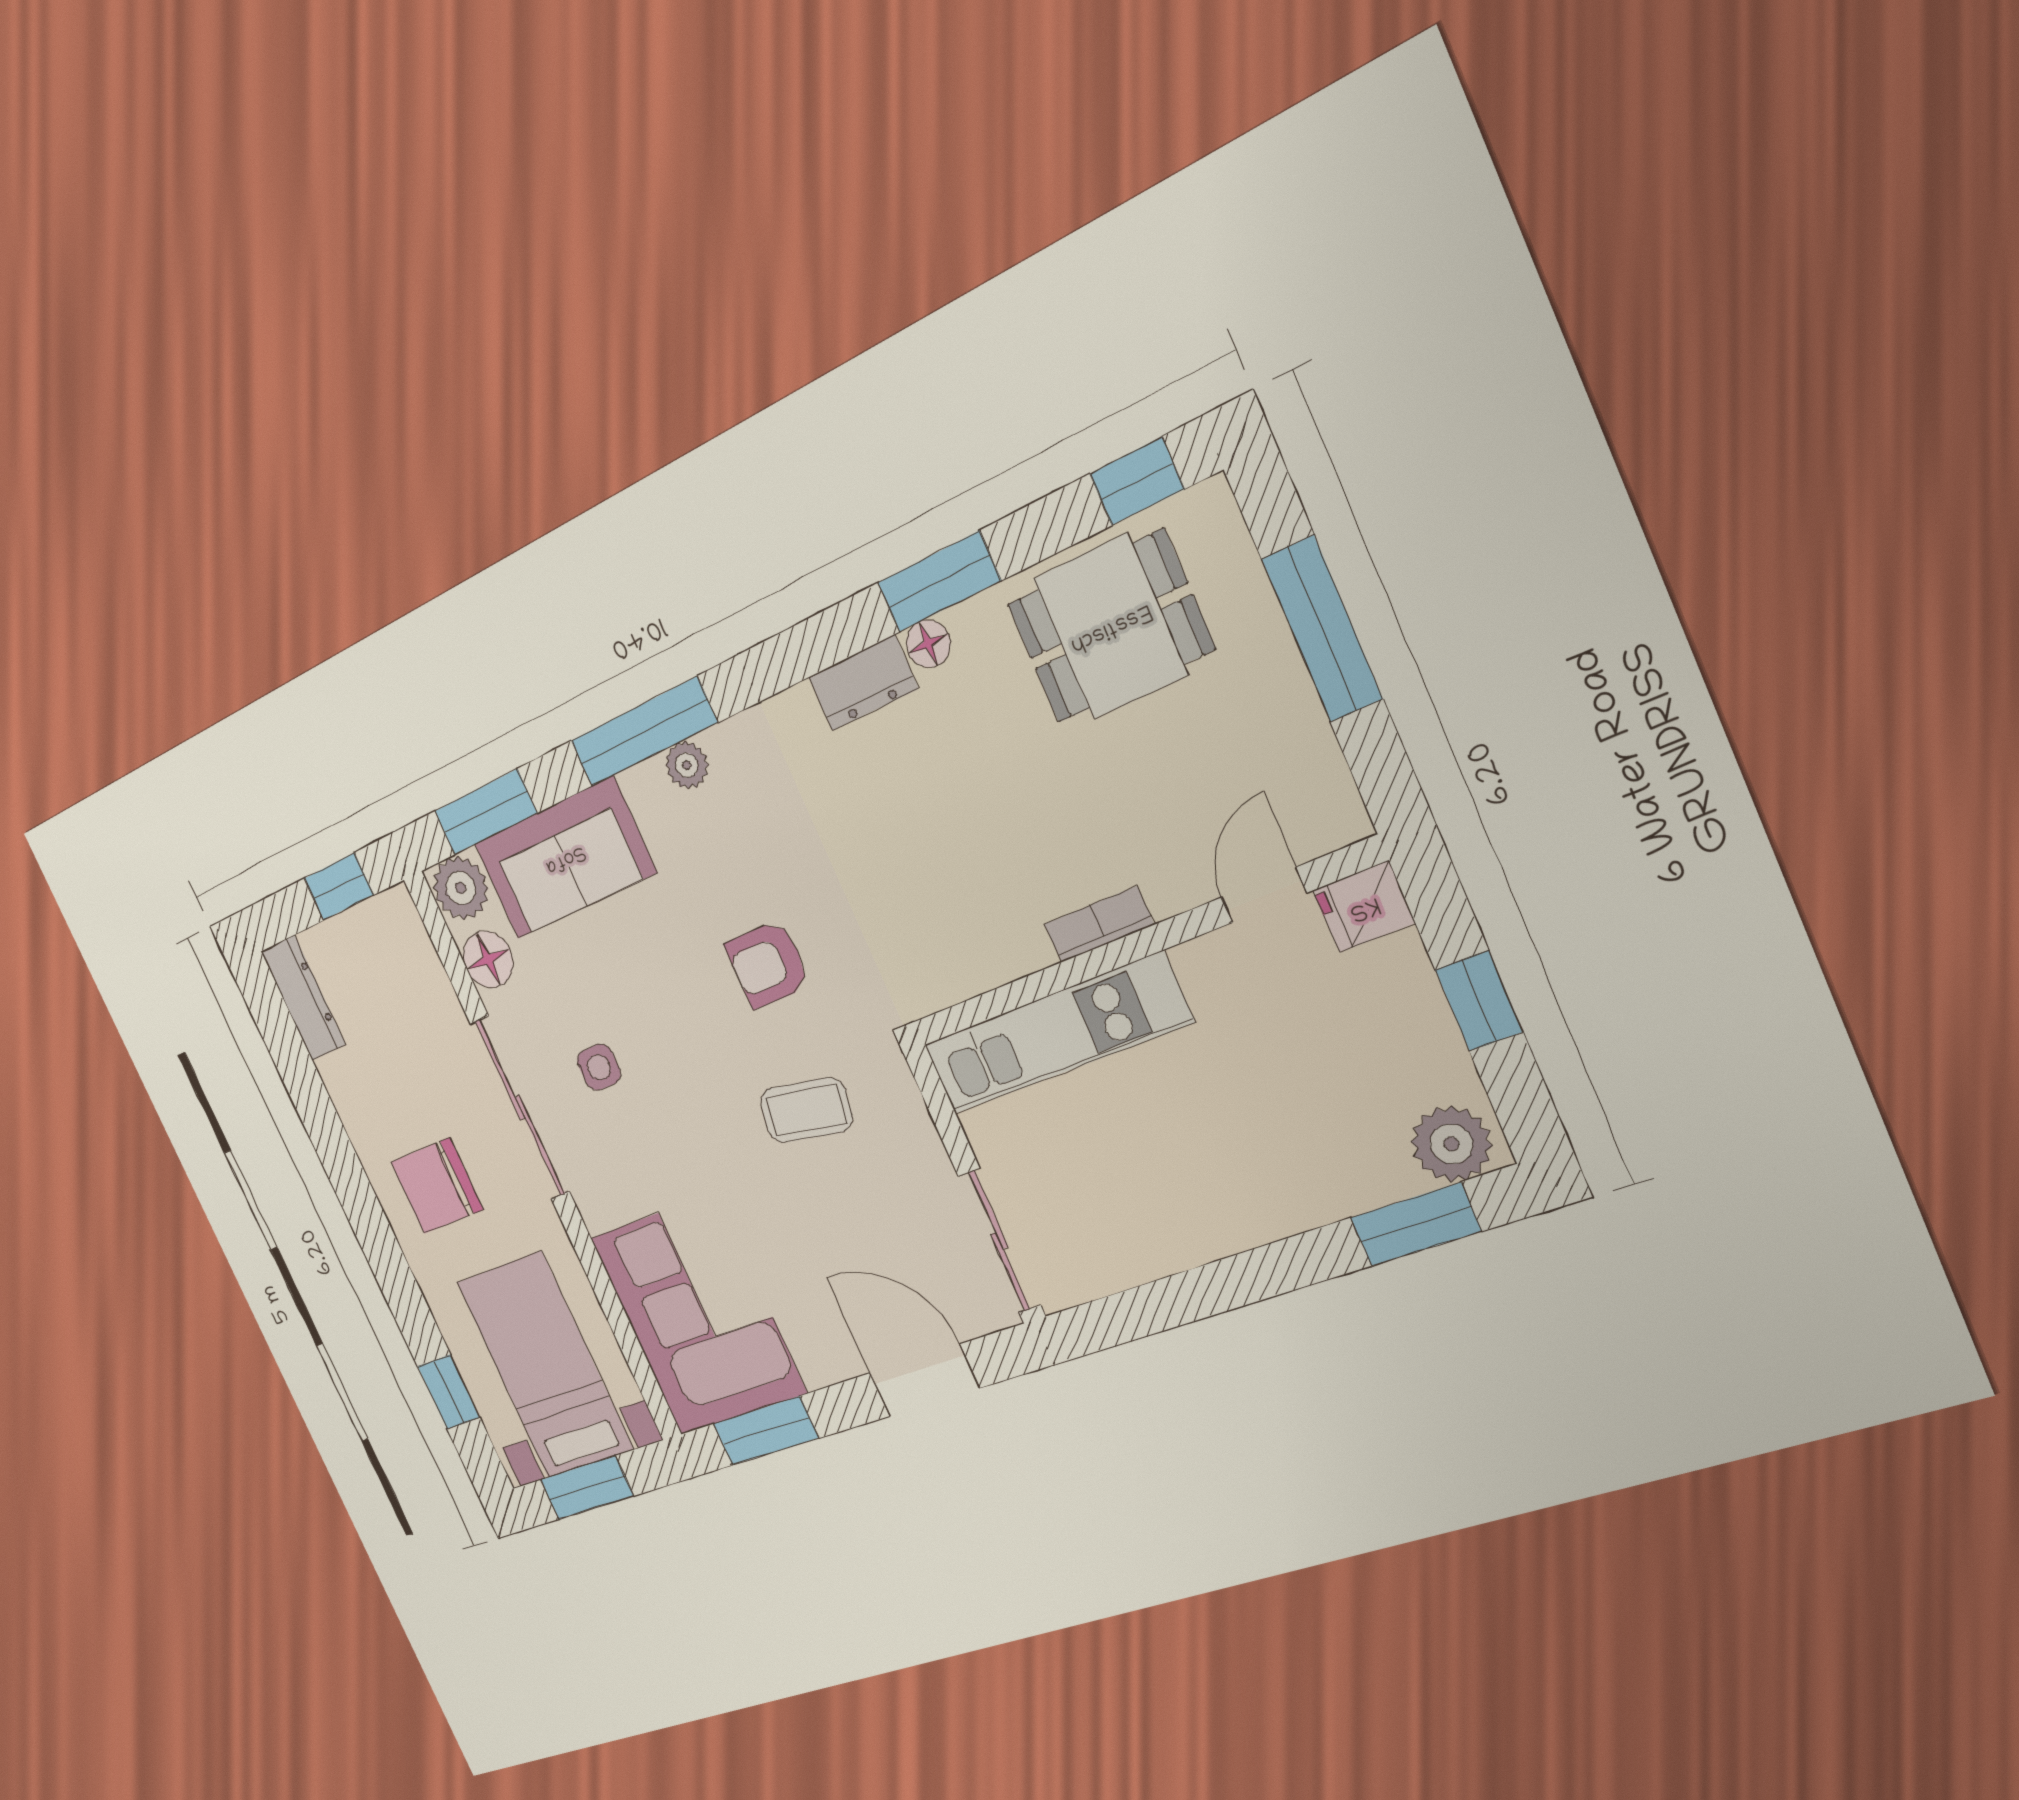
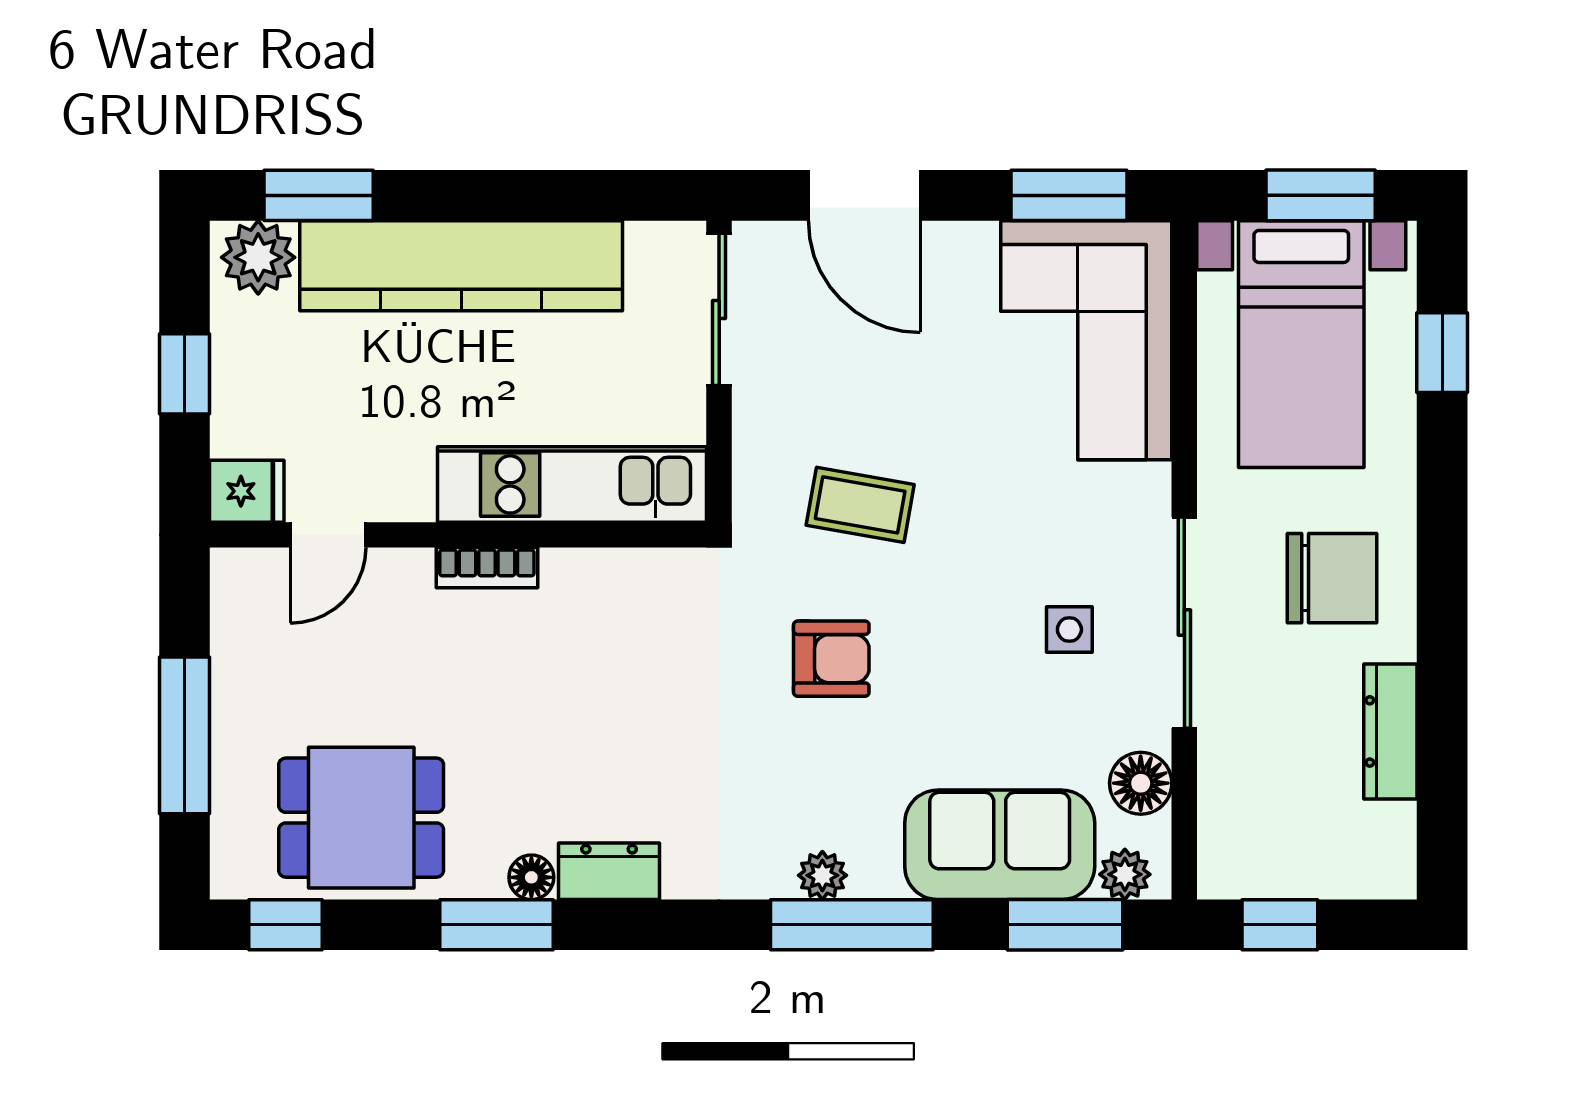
plant: (461, 888) -> (1125, 874), width x0.73, depth x0.73
dresser: (303, 998) -> (1390, 731), moved
kitchen counter: (1248, 1203) -> (461, 266), added

